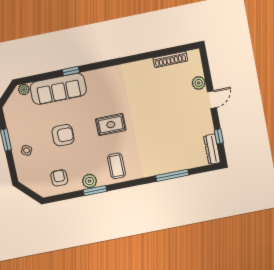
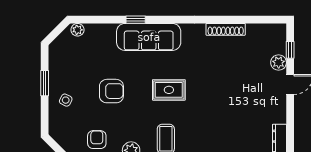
shoe rack: (170, 59) -> (226, 29), moved
sofa: (58, 89) -> (149, 37), moved
window: (219, 136) -> (290, 50), moved

